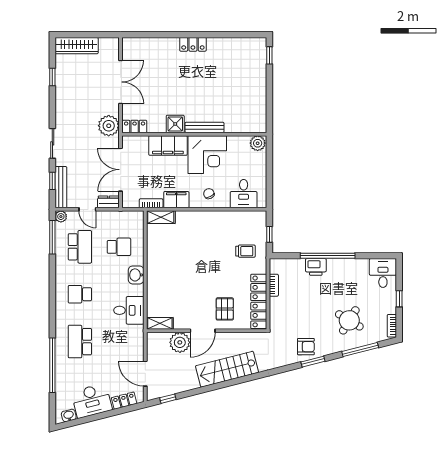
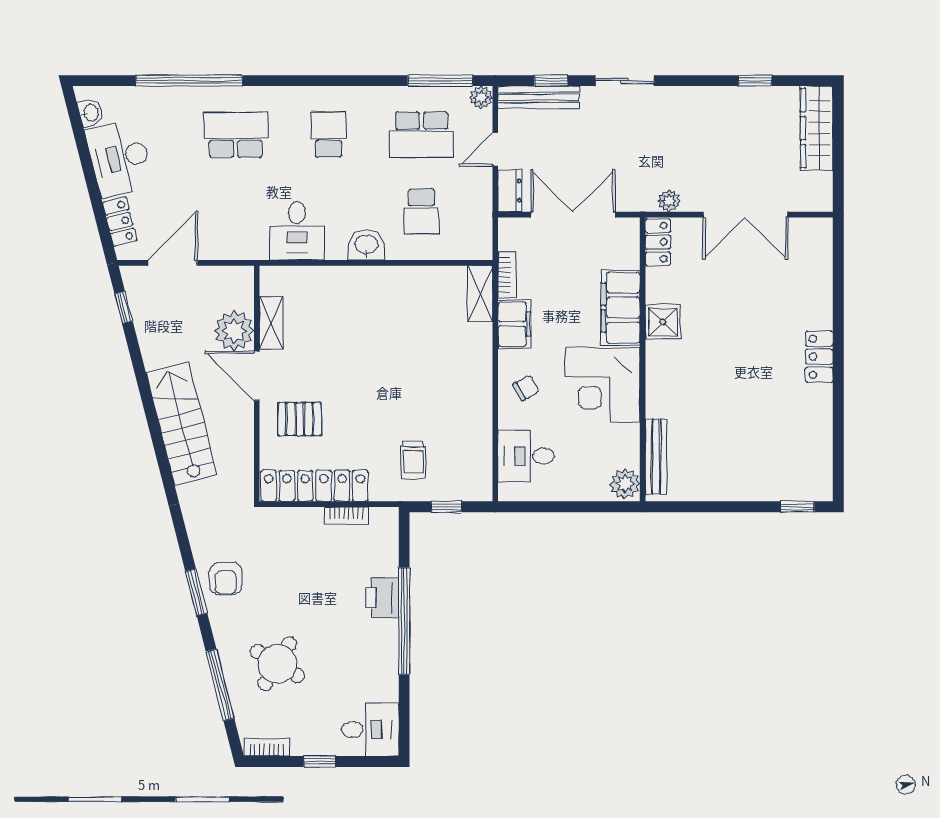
plant: (109, 126) -> (669, 201), width x0.53, depth x0.53
bench: (204, 127) -> (656, 457), moved
shelving: (160, 323) -> (271, 323), moved

